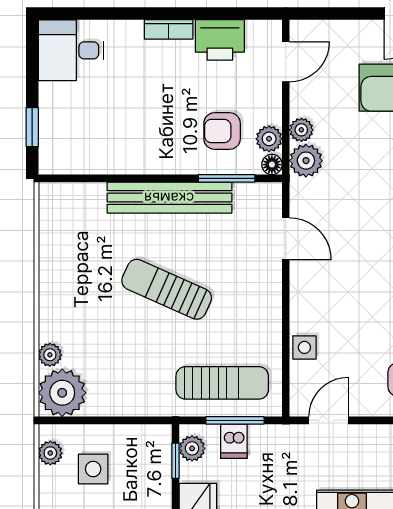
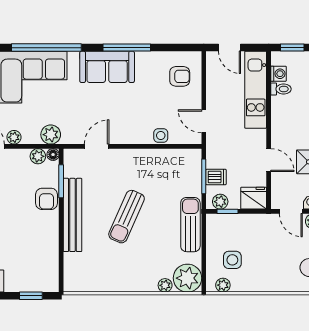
plant: (301, 130) -> (14, 137), moved
armchair: (222, 131) -> (47, 199), moved
sun lounger: (222, 383) -> (190, 225), moved

